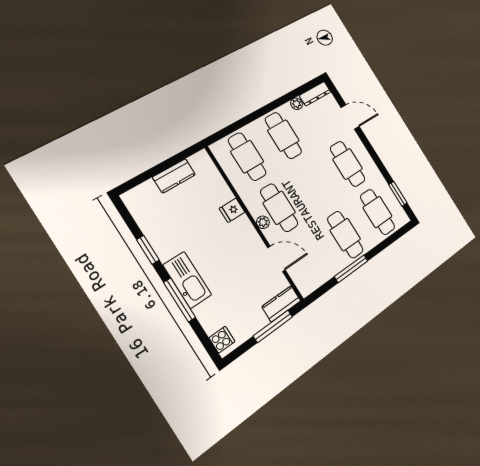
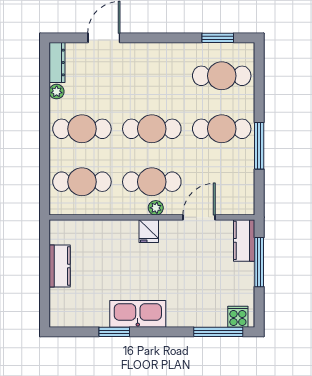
cafe table: (348, 164) -> (152, 129), moved
fridge: (232, 210) -> (149, 231), moved
kitchen sink: (187, 280) -> (138, 314), moved
window: (180, 300) -> (218, 332), moved

